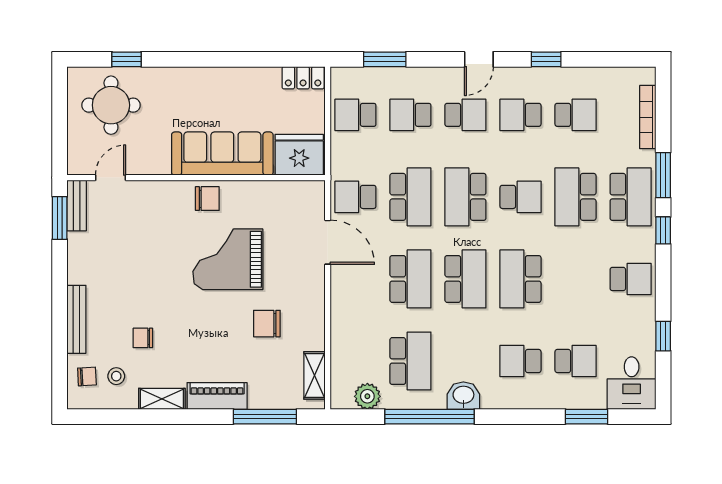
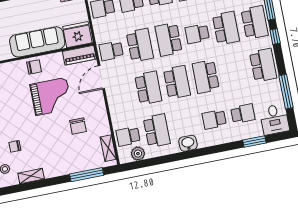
school desk: (520, 197) -> (197, 34), turned 180
school desk: (576, 197) -> (226, 28), turned 180
door: (328, 242) -> (101, 77), swing flipped
grand piano: (228, 259) -> (51, 96), turned 180
school desk: (631, 279) -> (263, 65), width x1.85
chair: (267, 324) -> (78, 126), turned -90
window: (663, 336) -> (286, 92), width x2.17
school desk: (355, 361) -> (128, 136), added
piano: (217, 396) -> (79, 55), moved, turned 180
window: (429, 417) -> (172, 158), removed

